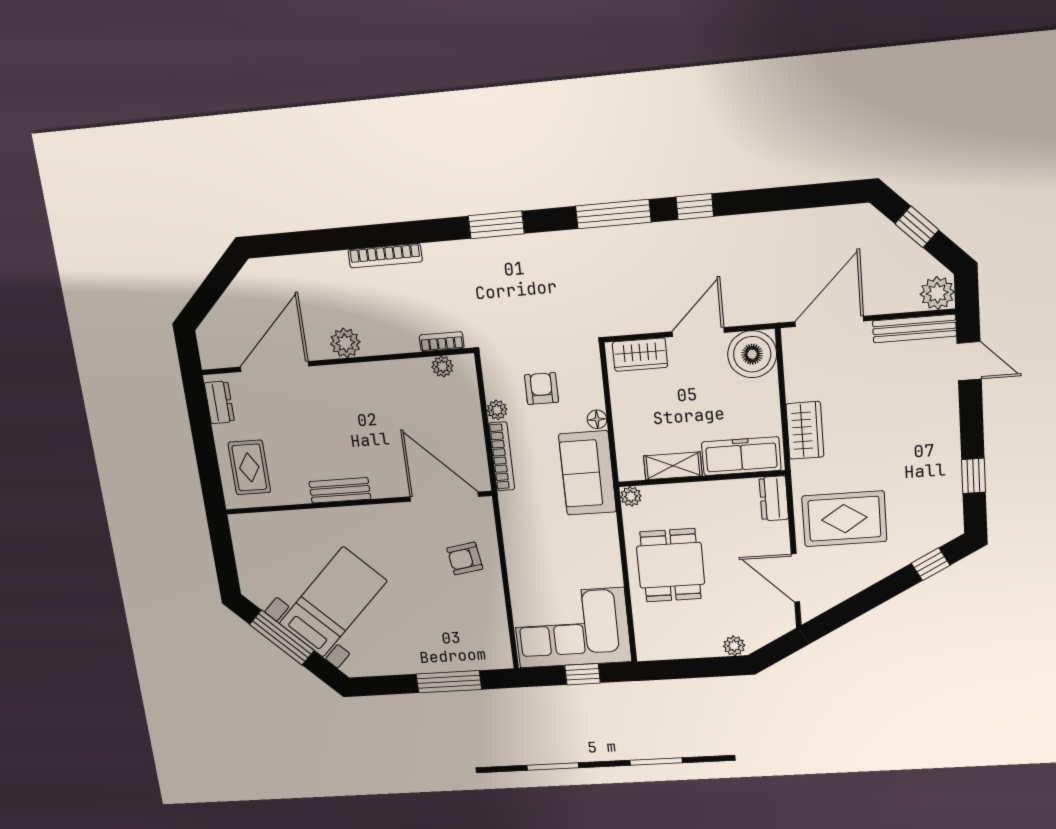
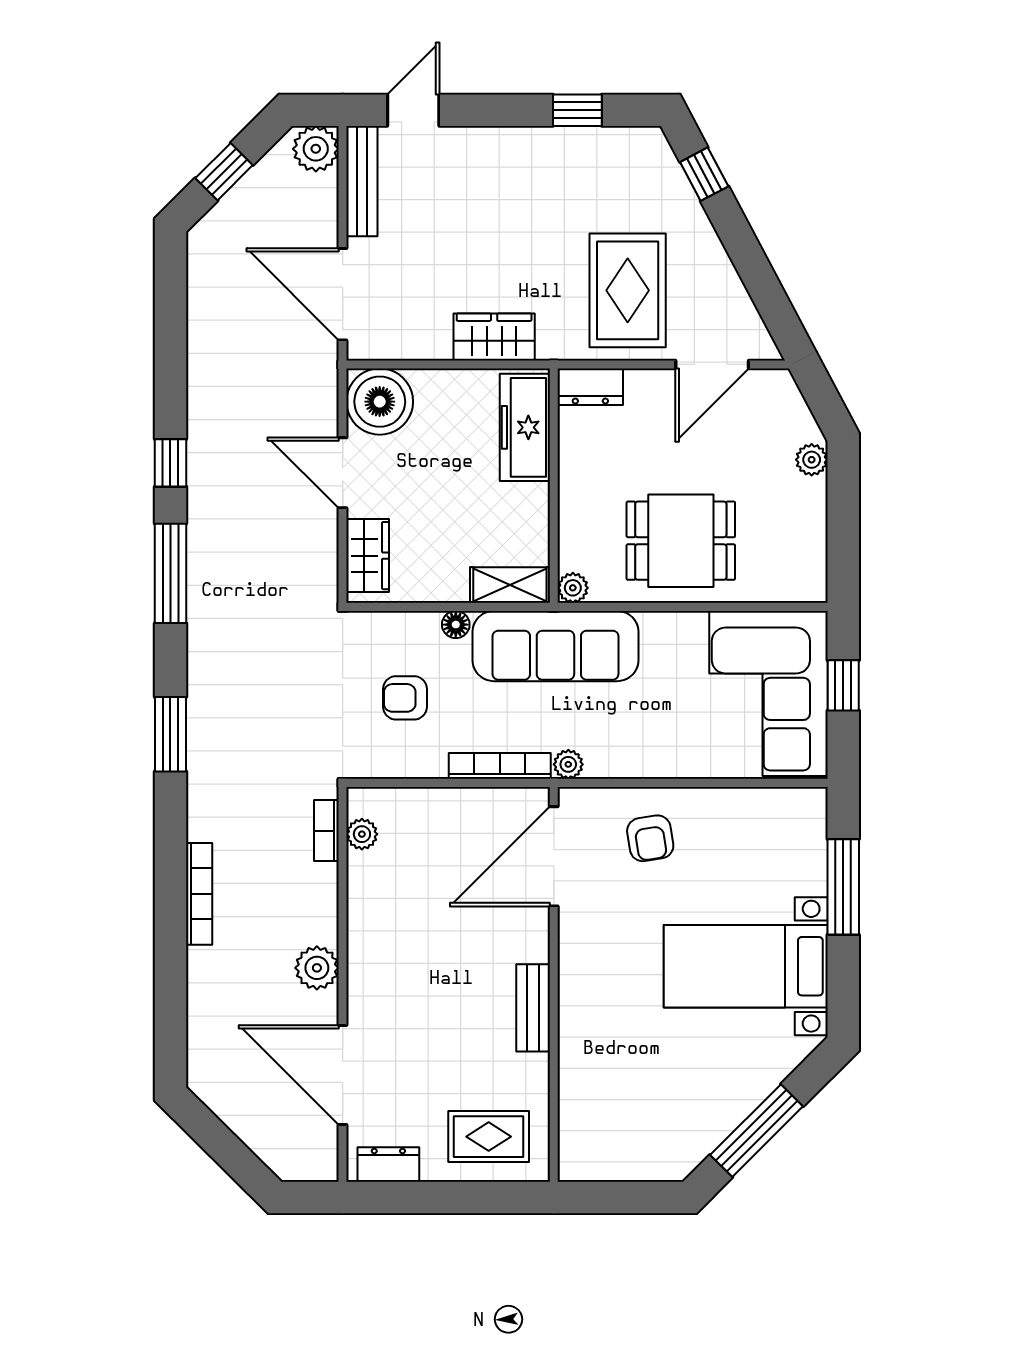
plant: (497, 410) -> (568, 764), moved
shelving: (673, 466) -> (510, 585), moved, turned 90
sofa: (588, 473) -> (555, 646), width x1.36
bed with nightstands: (333, 602) -> (746, 966), moved, turned -45

